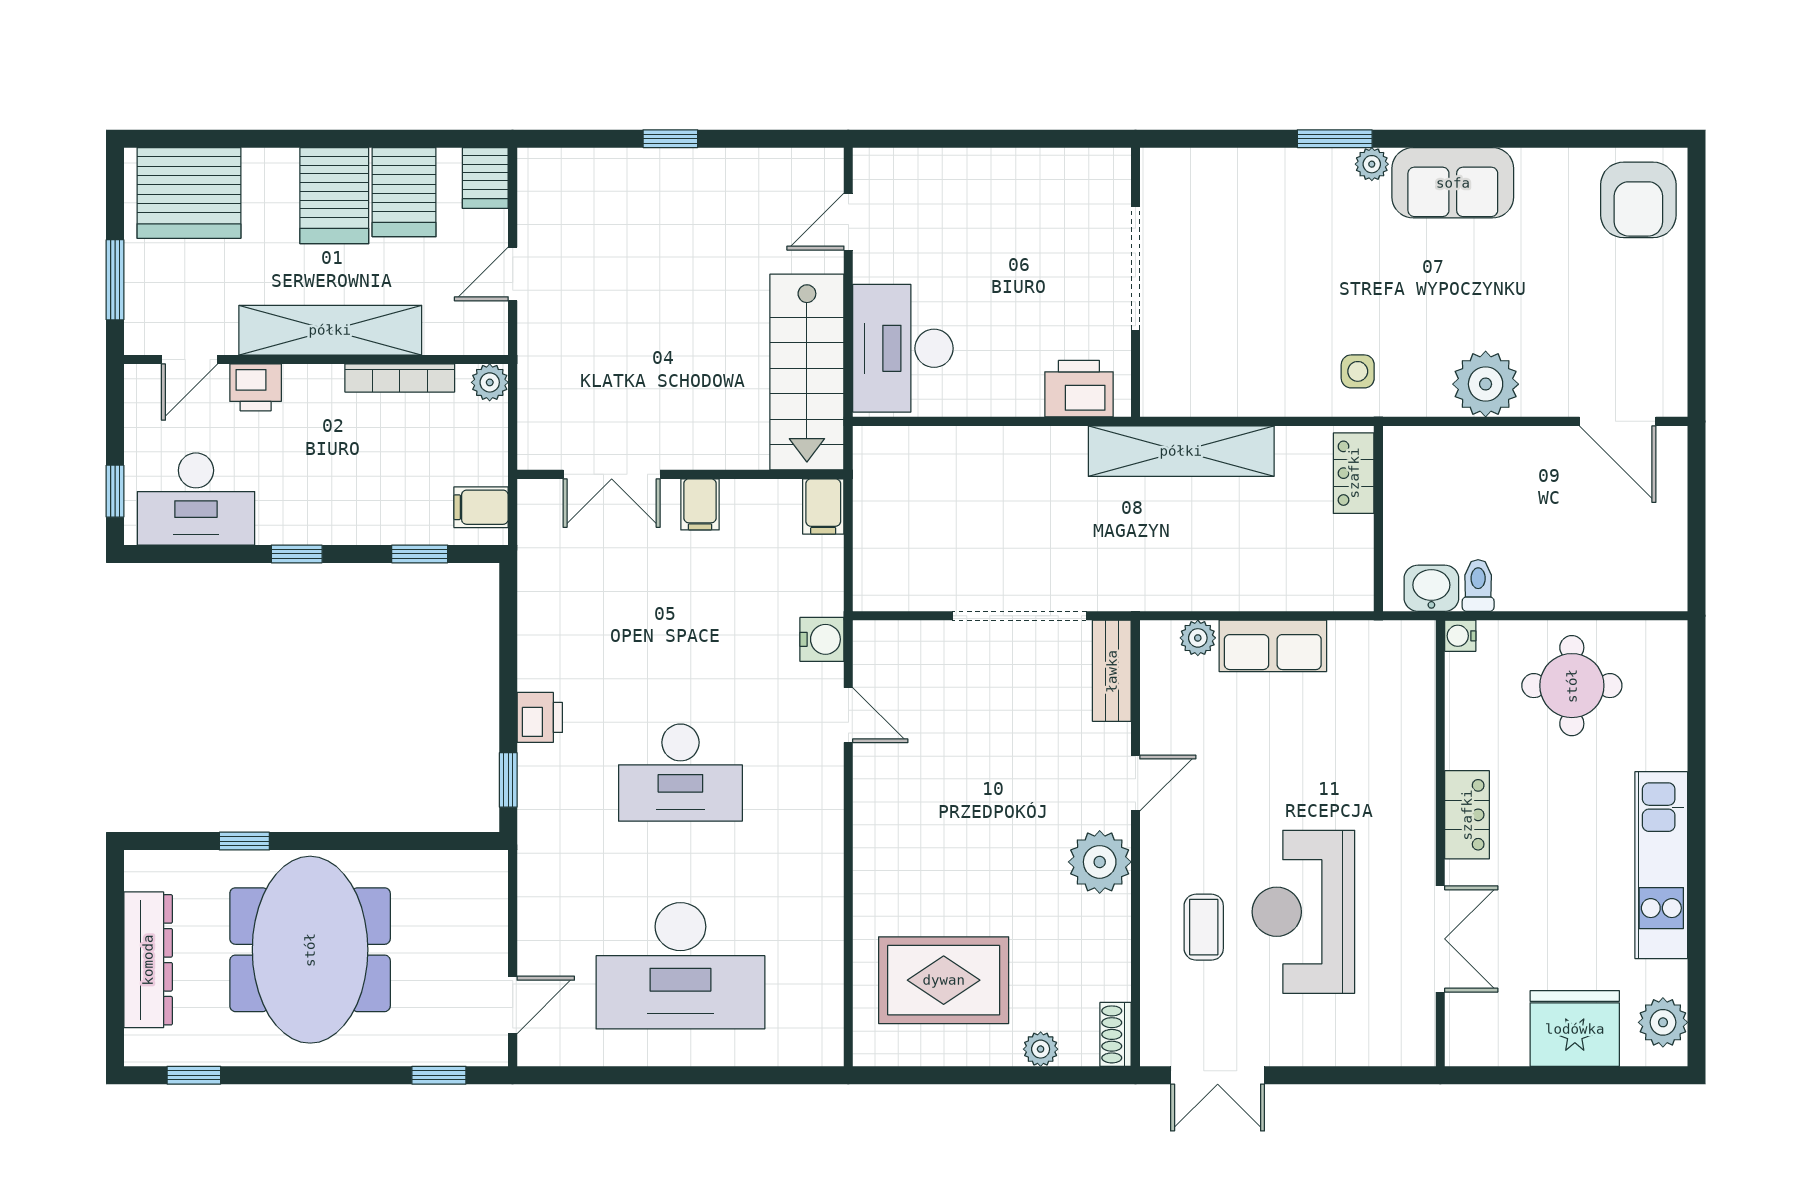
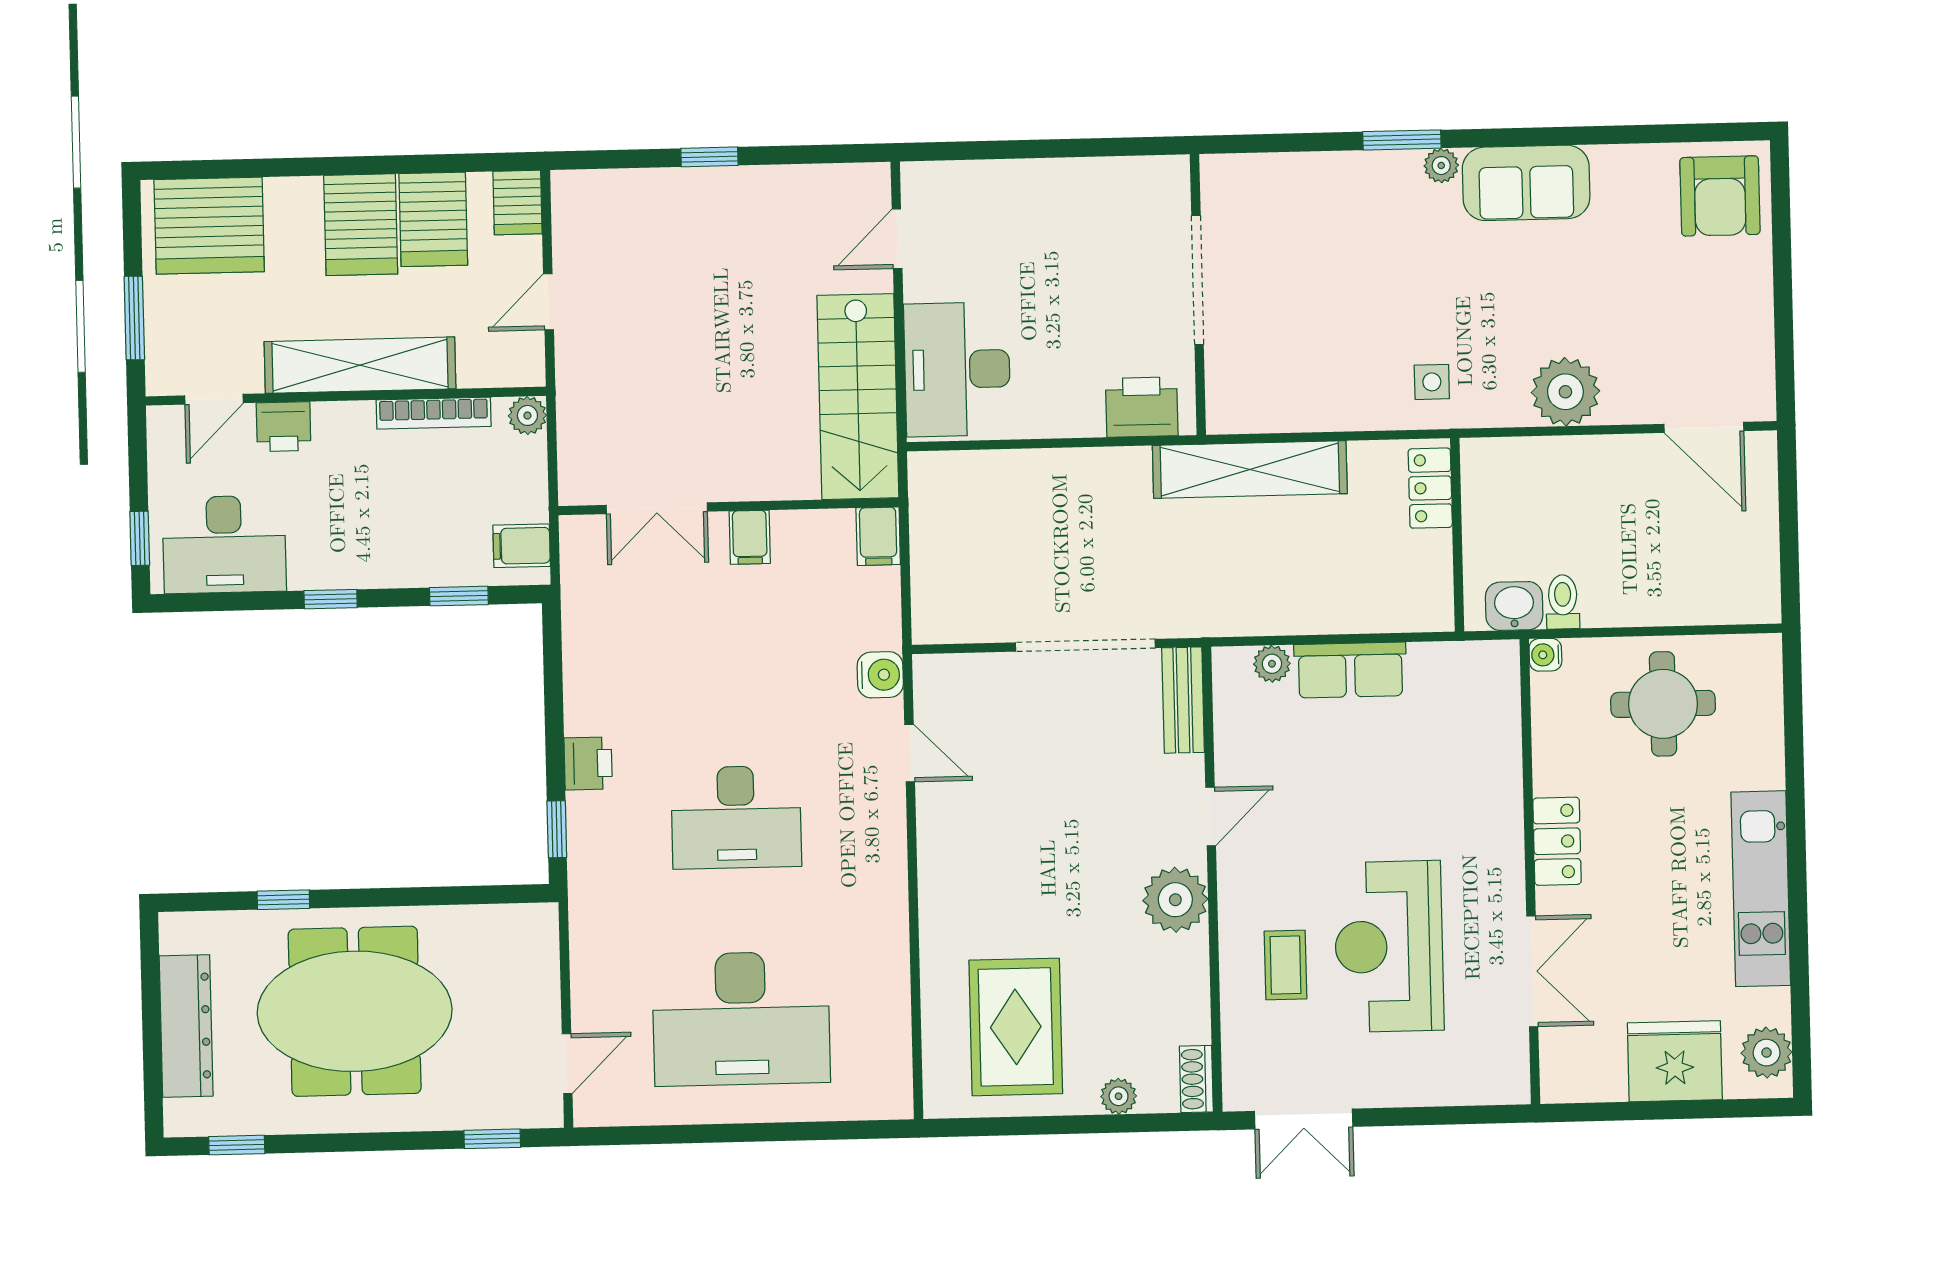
meeting table: (310, 950) -> (355, 1011), turned 90
rug: (944, 980) -> (1016, 1027), turned 90

